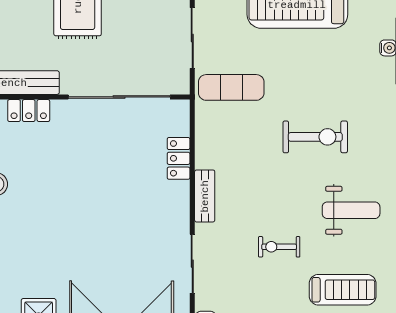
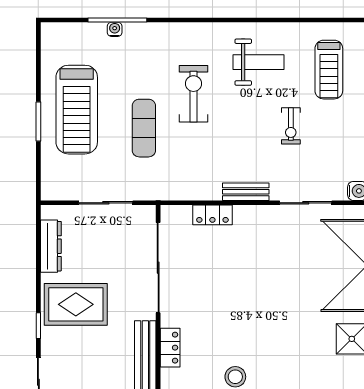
exercise mat: (231, 87) -> (144, 128), moved
weight bench: (351, 210) -> (258, 62), turned 90
treadmill: (343, 290) -> (329, 70), turned 180

